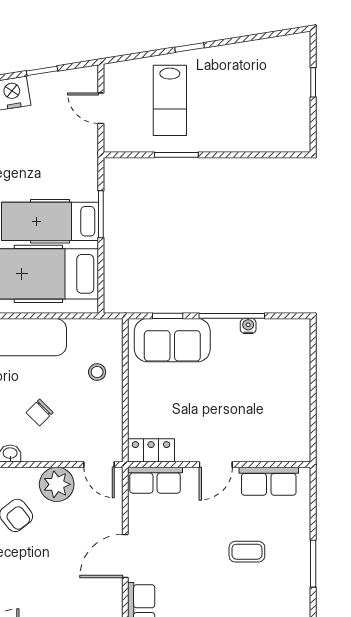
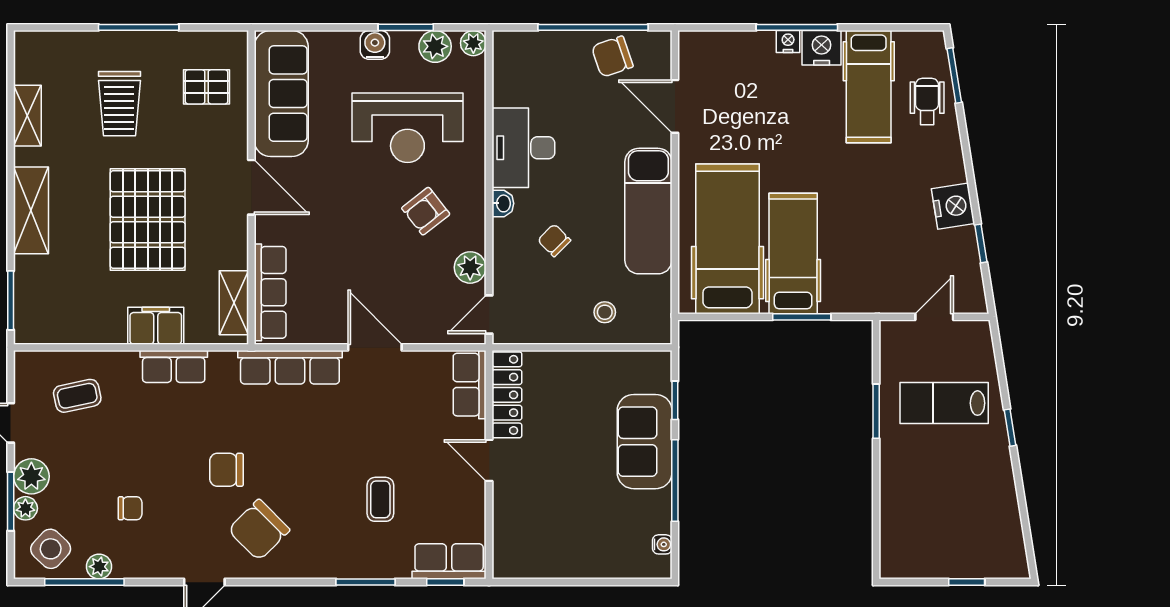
water cooler: (248, 326) -> (662, 544), moved
sofa: (172, 340) -> (645, 442), moved
locker: (151, 450) -> (507, 395), width x1.53
row of seats: (269, 481) -> (449, 561), moved, turned 90
plant: (57, 484) -> (470, 267), width x0.73, depth x0.73
window: (313, 500) -> (445, 582), added

